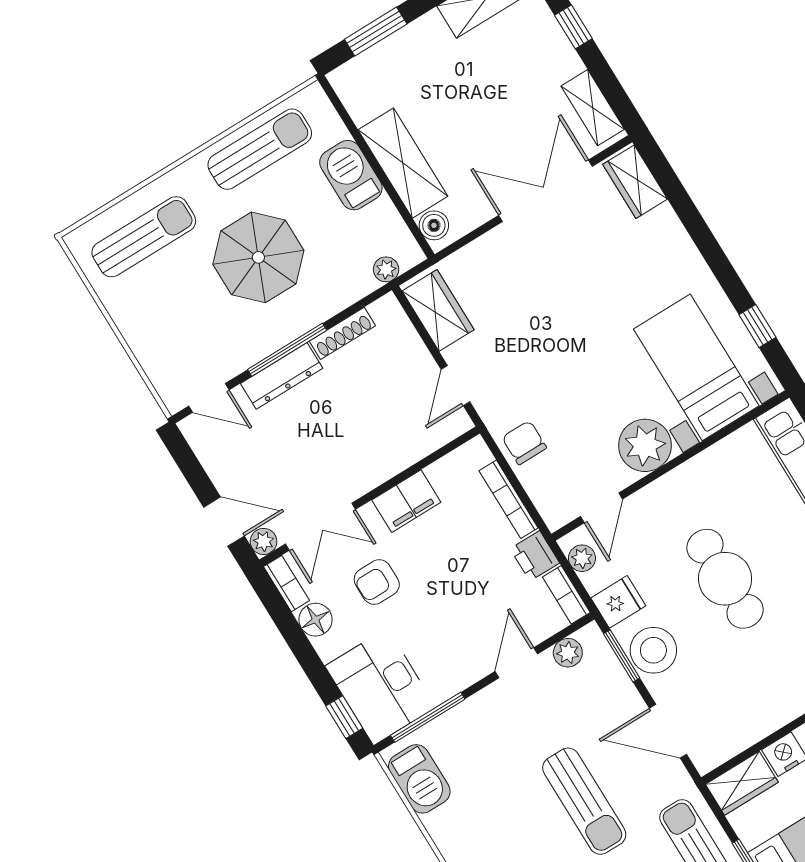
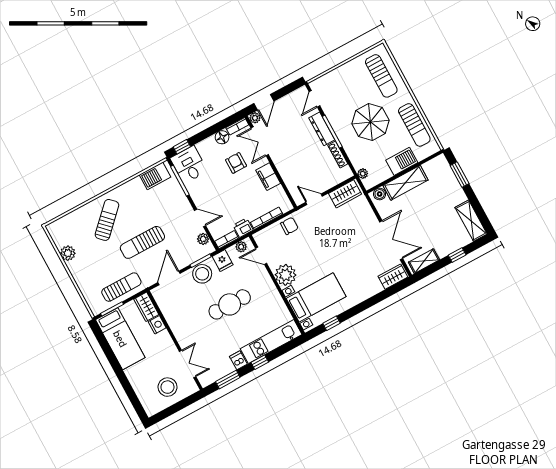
desk: (381, 687) -> (189, 165), width x0.73

